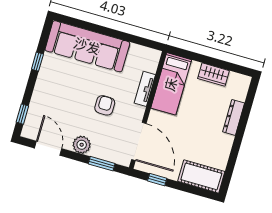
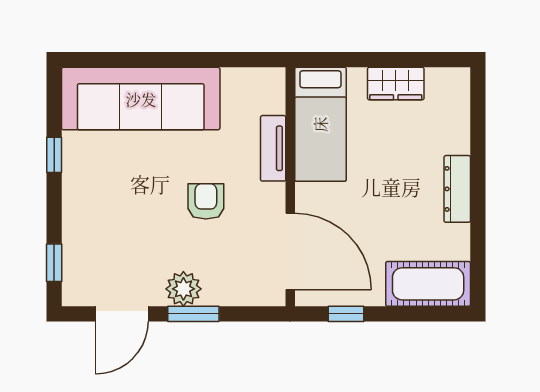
dresser: (234, 117) -> (457, 189), moved
door: (48, 148) -> (122, 314), swing flipped
window: (102, 164) -> (193, 314), moved

